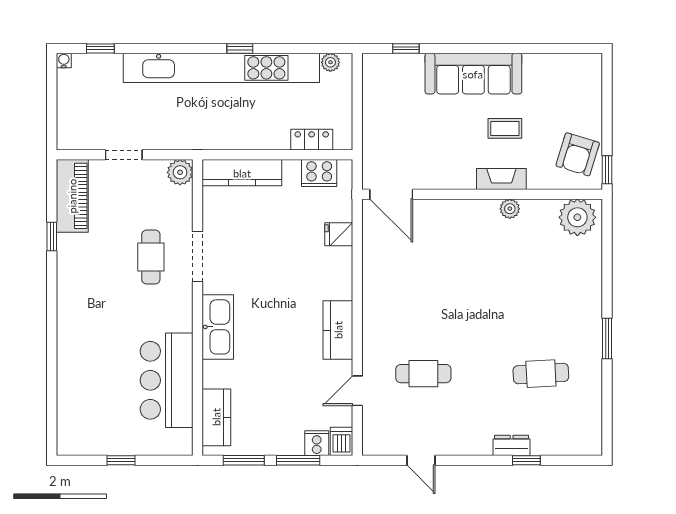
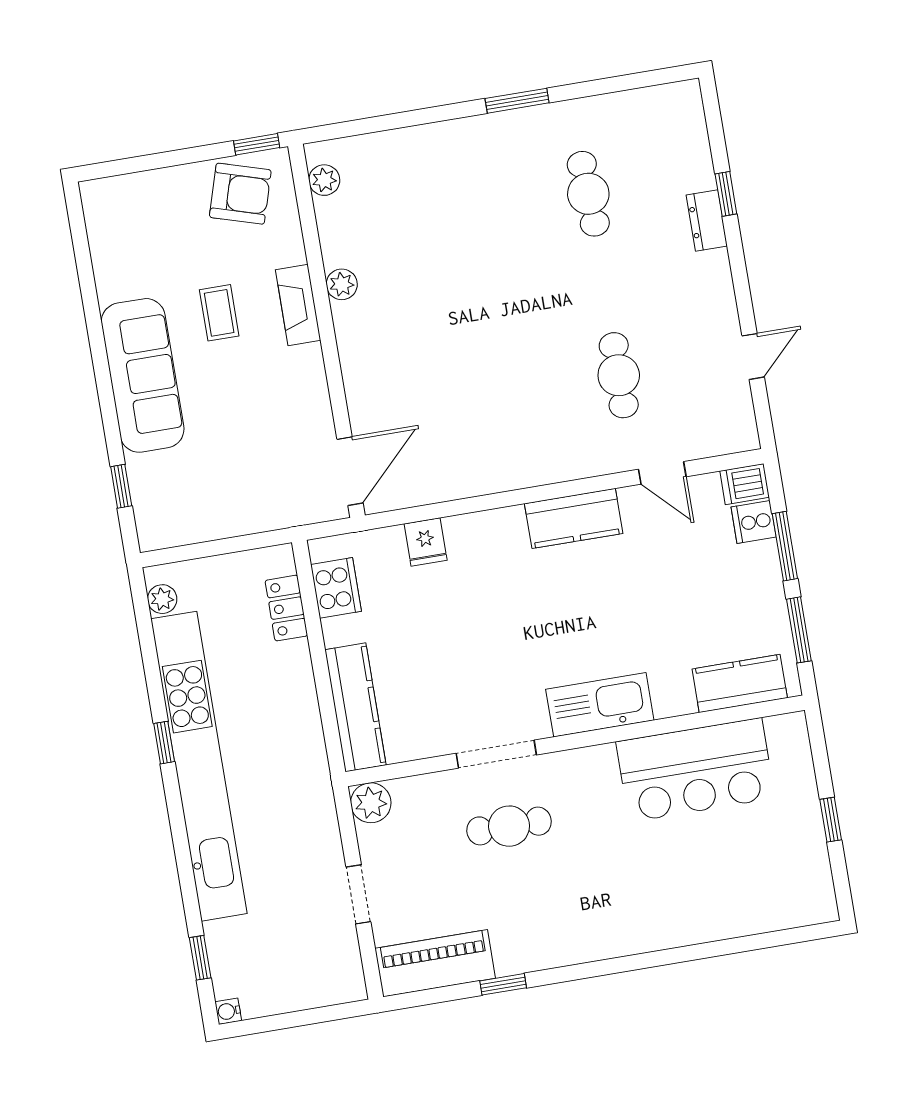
plant: (577, 217) -> (324, 180), width x0.53, depth x0.53

